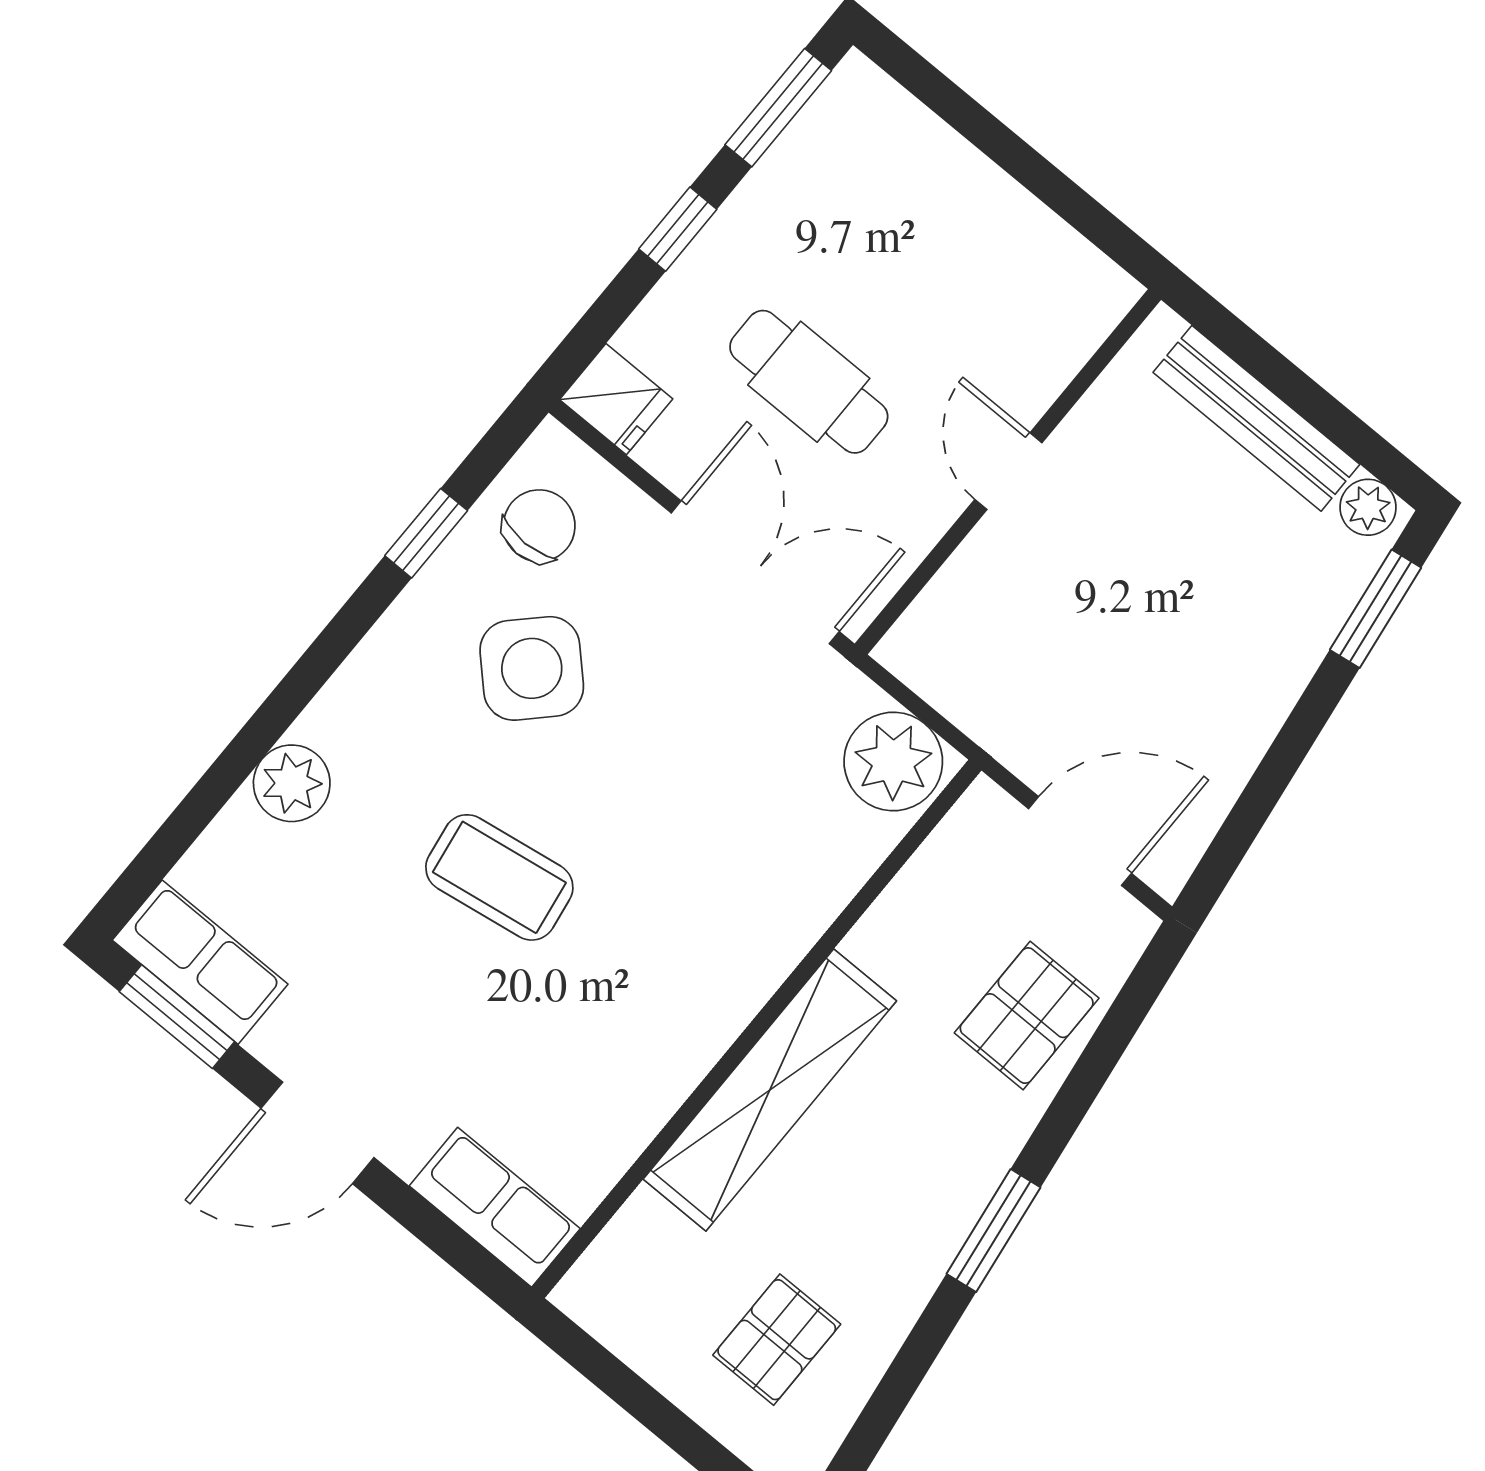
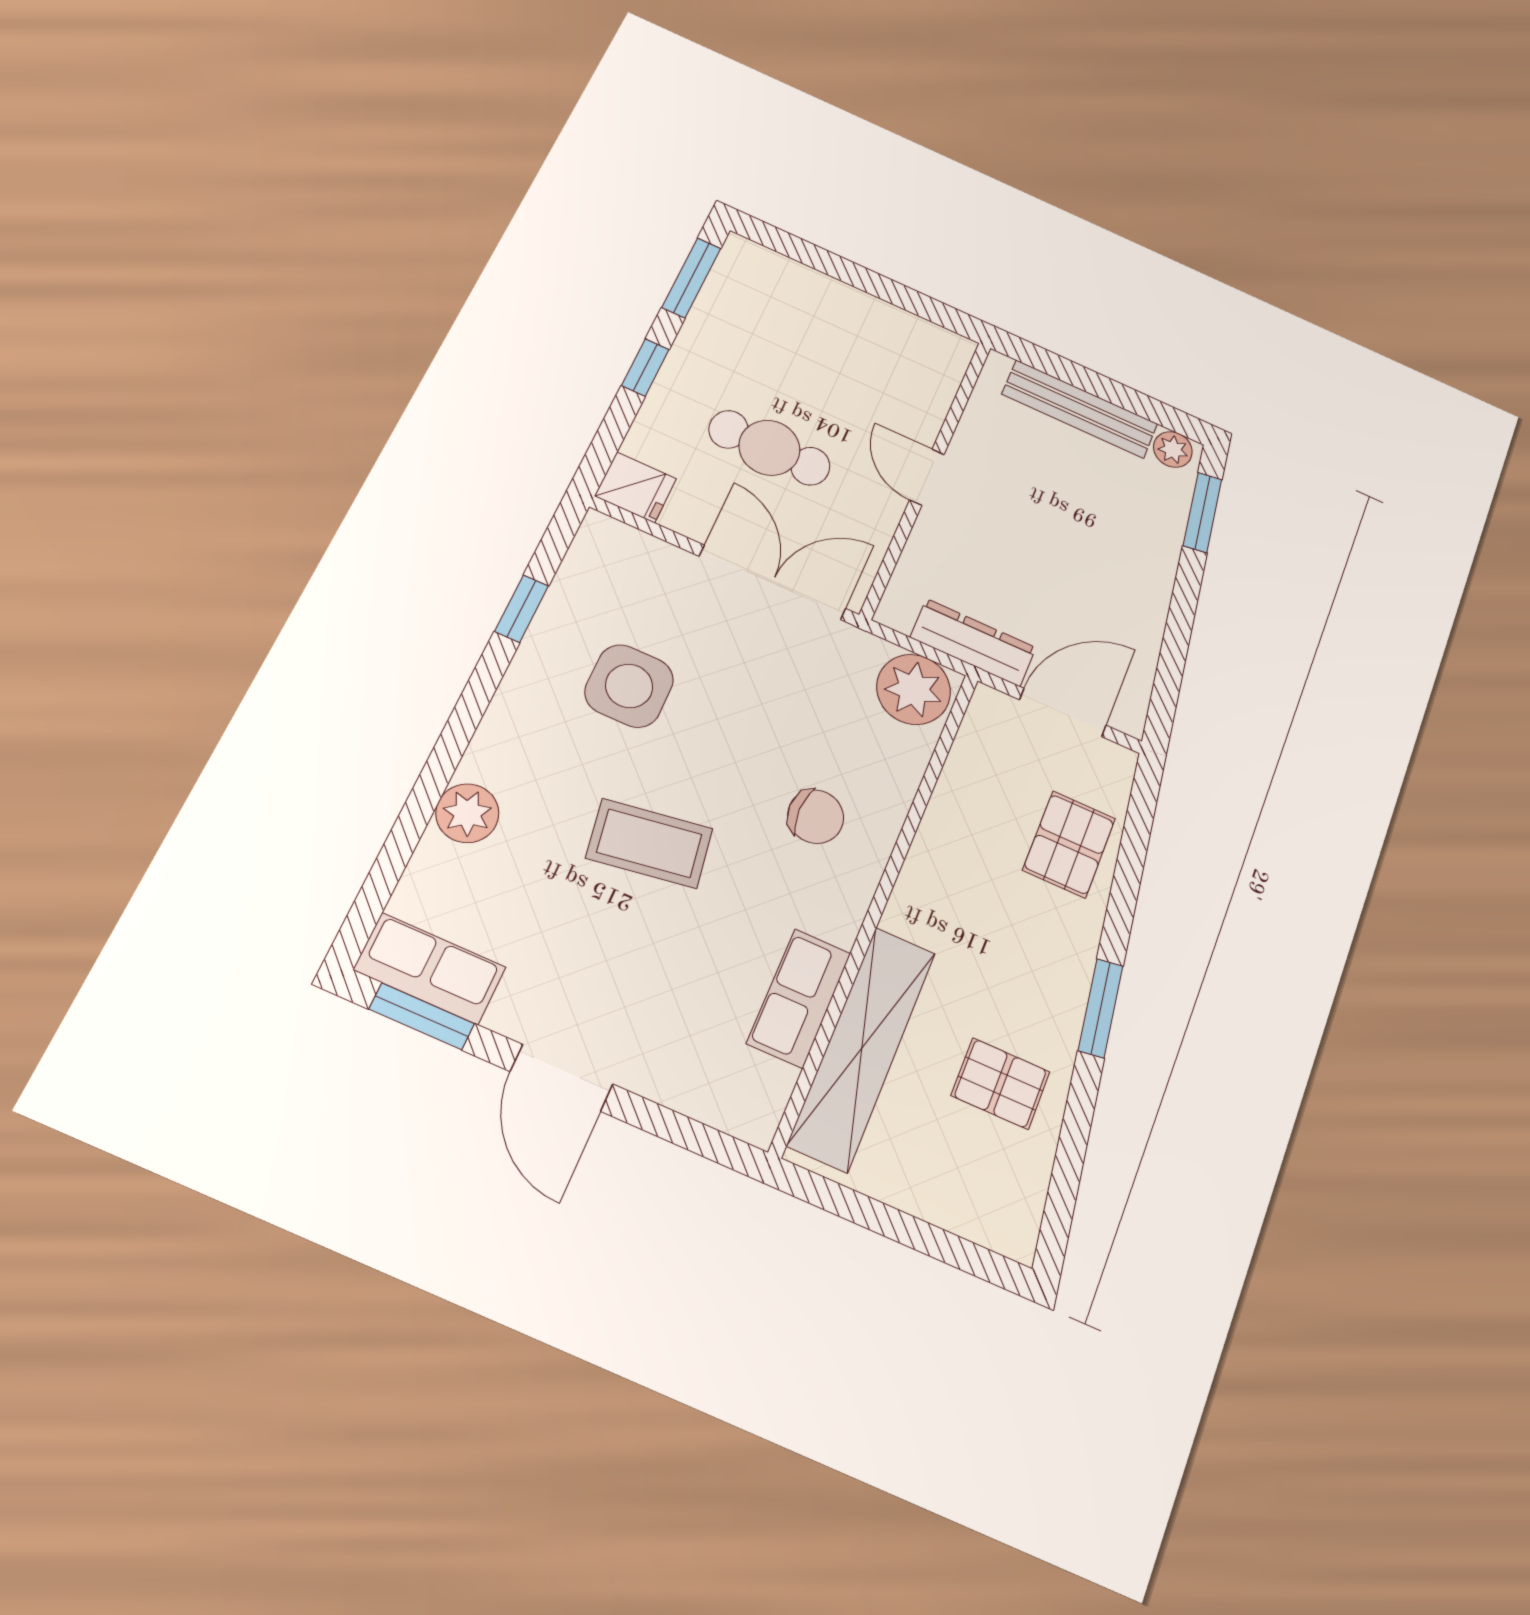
chair: (539, 526) -> (816, 817), moved, turned 90
side table: (532, 668) -> (629, 686), turned 45
dresser: (993, 717) -> (973, 643), added
shelving: (770, 1090) -> (862, 1048), moved
door: (318, 1133) -> (562, 1078), hinge flipped
row of seats: (495, 1207) -> (799, 998), moved, turned -90
pallet: (777, 1340) -> (1000, 1084), moved, turned 90

